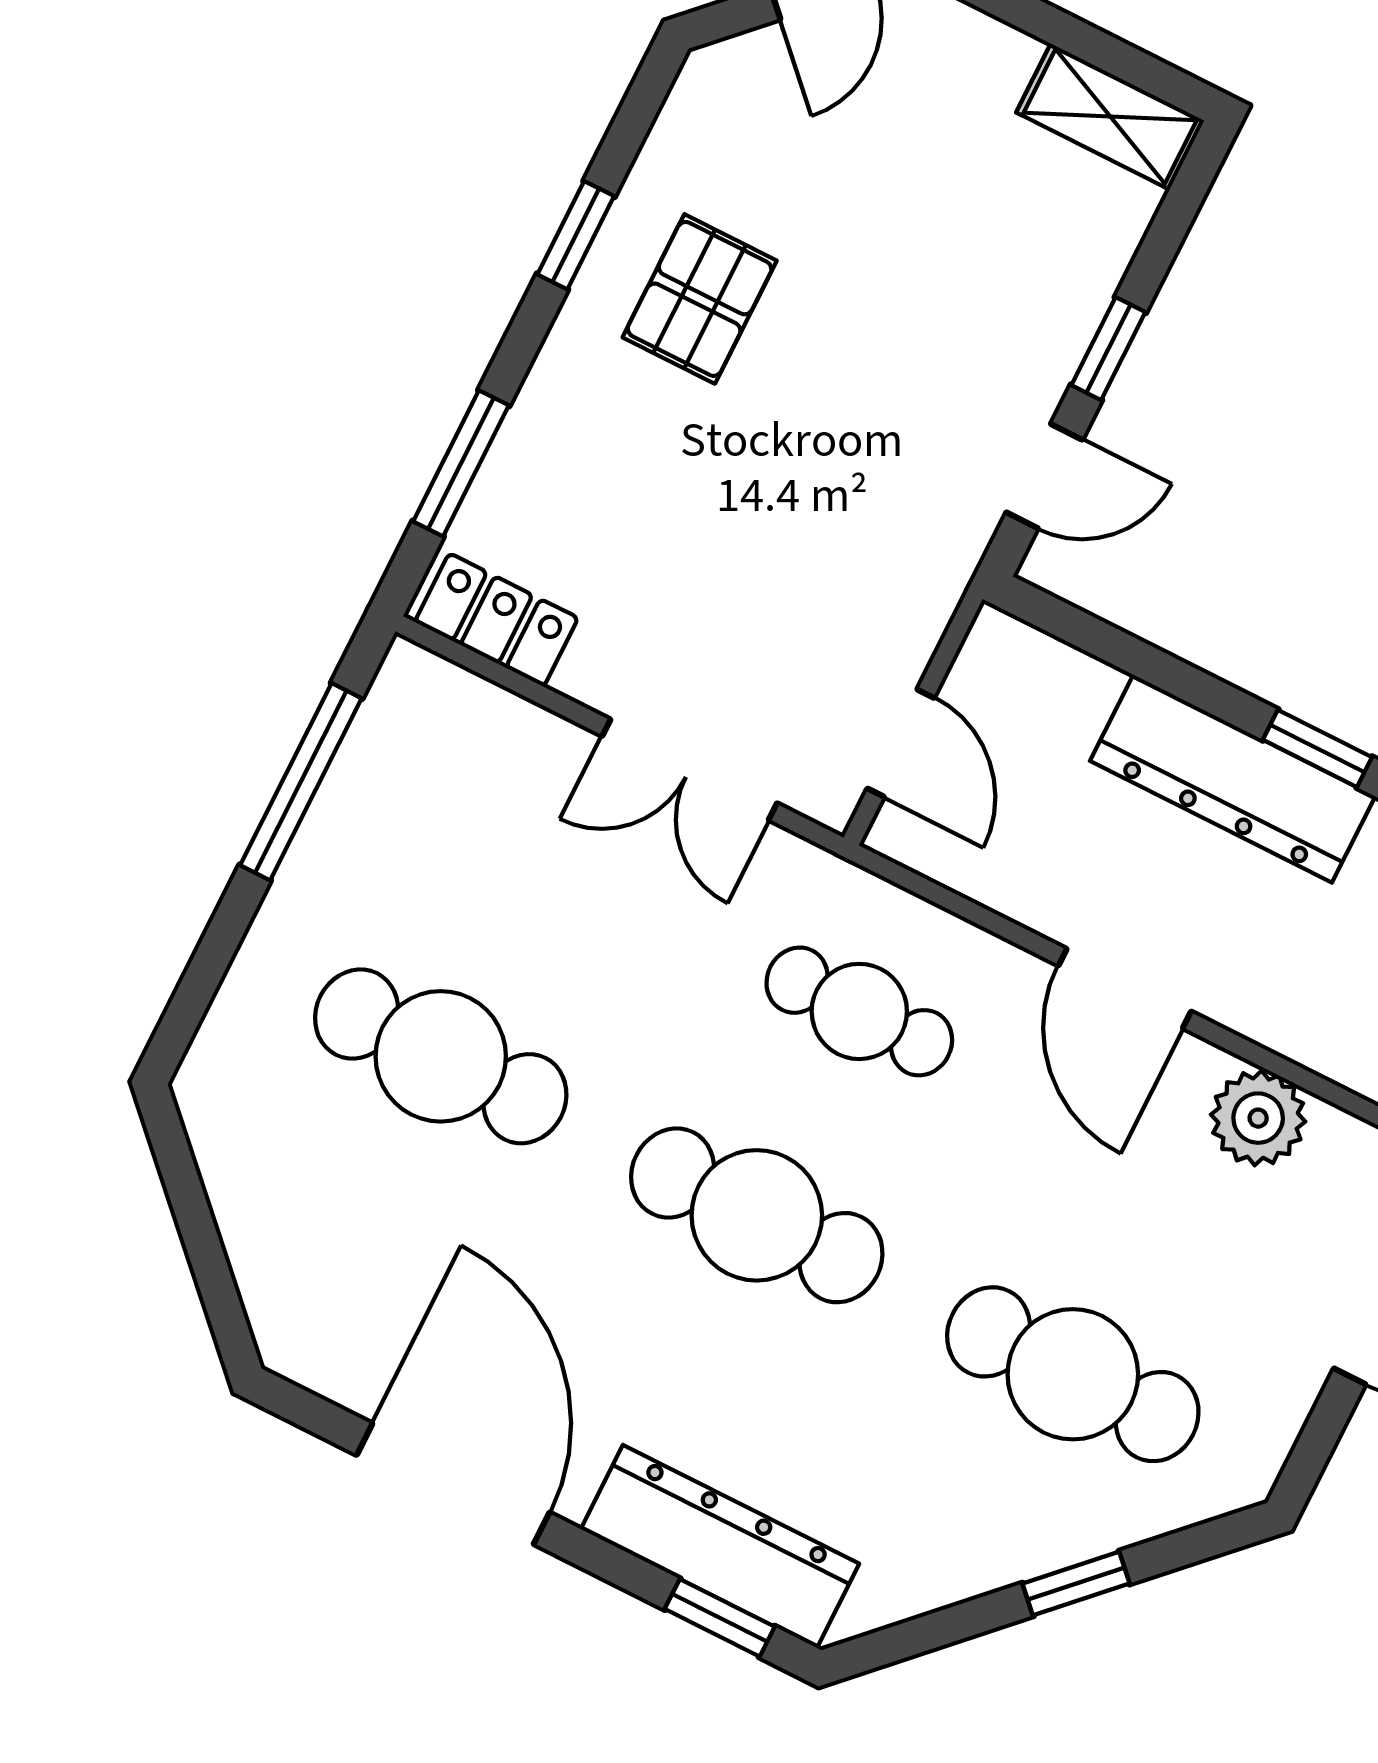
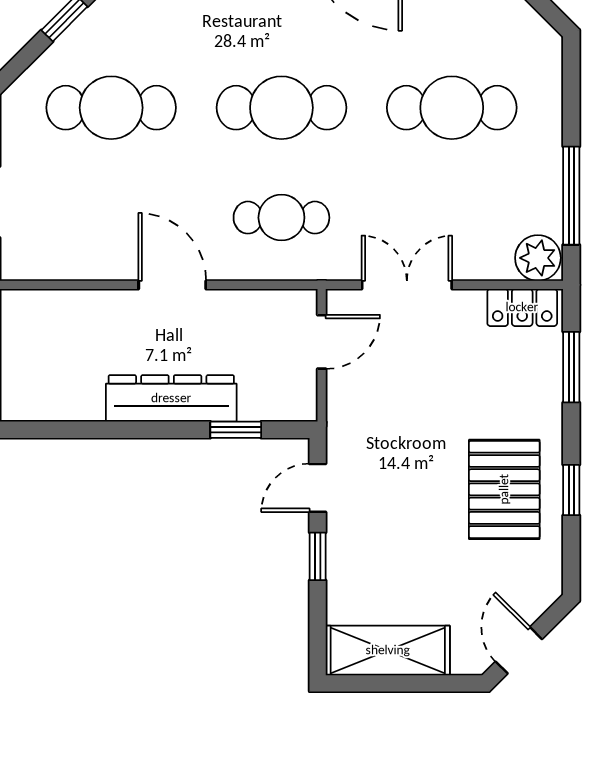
shelving: (1110, 117) -> (388, 650), width x1.50, depth x1.33
pallet: (700, 299) -> (504, 489), width x1.50, depth x1.42
door: (901, 743) -> (322, 342), swing flipped
window: (1317, 748) -> (236, 430), moved
plant: (1258, 1118) -> (538, 258), moved

